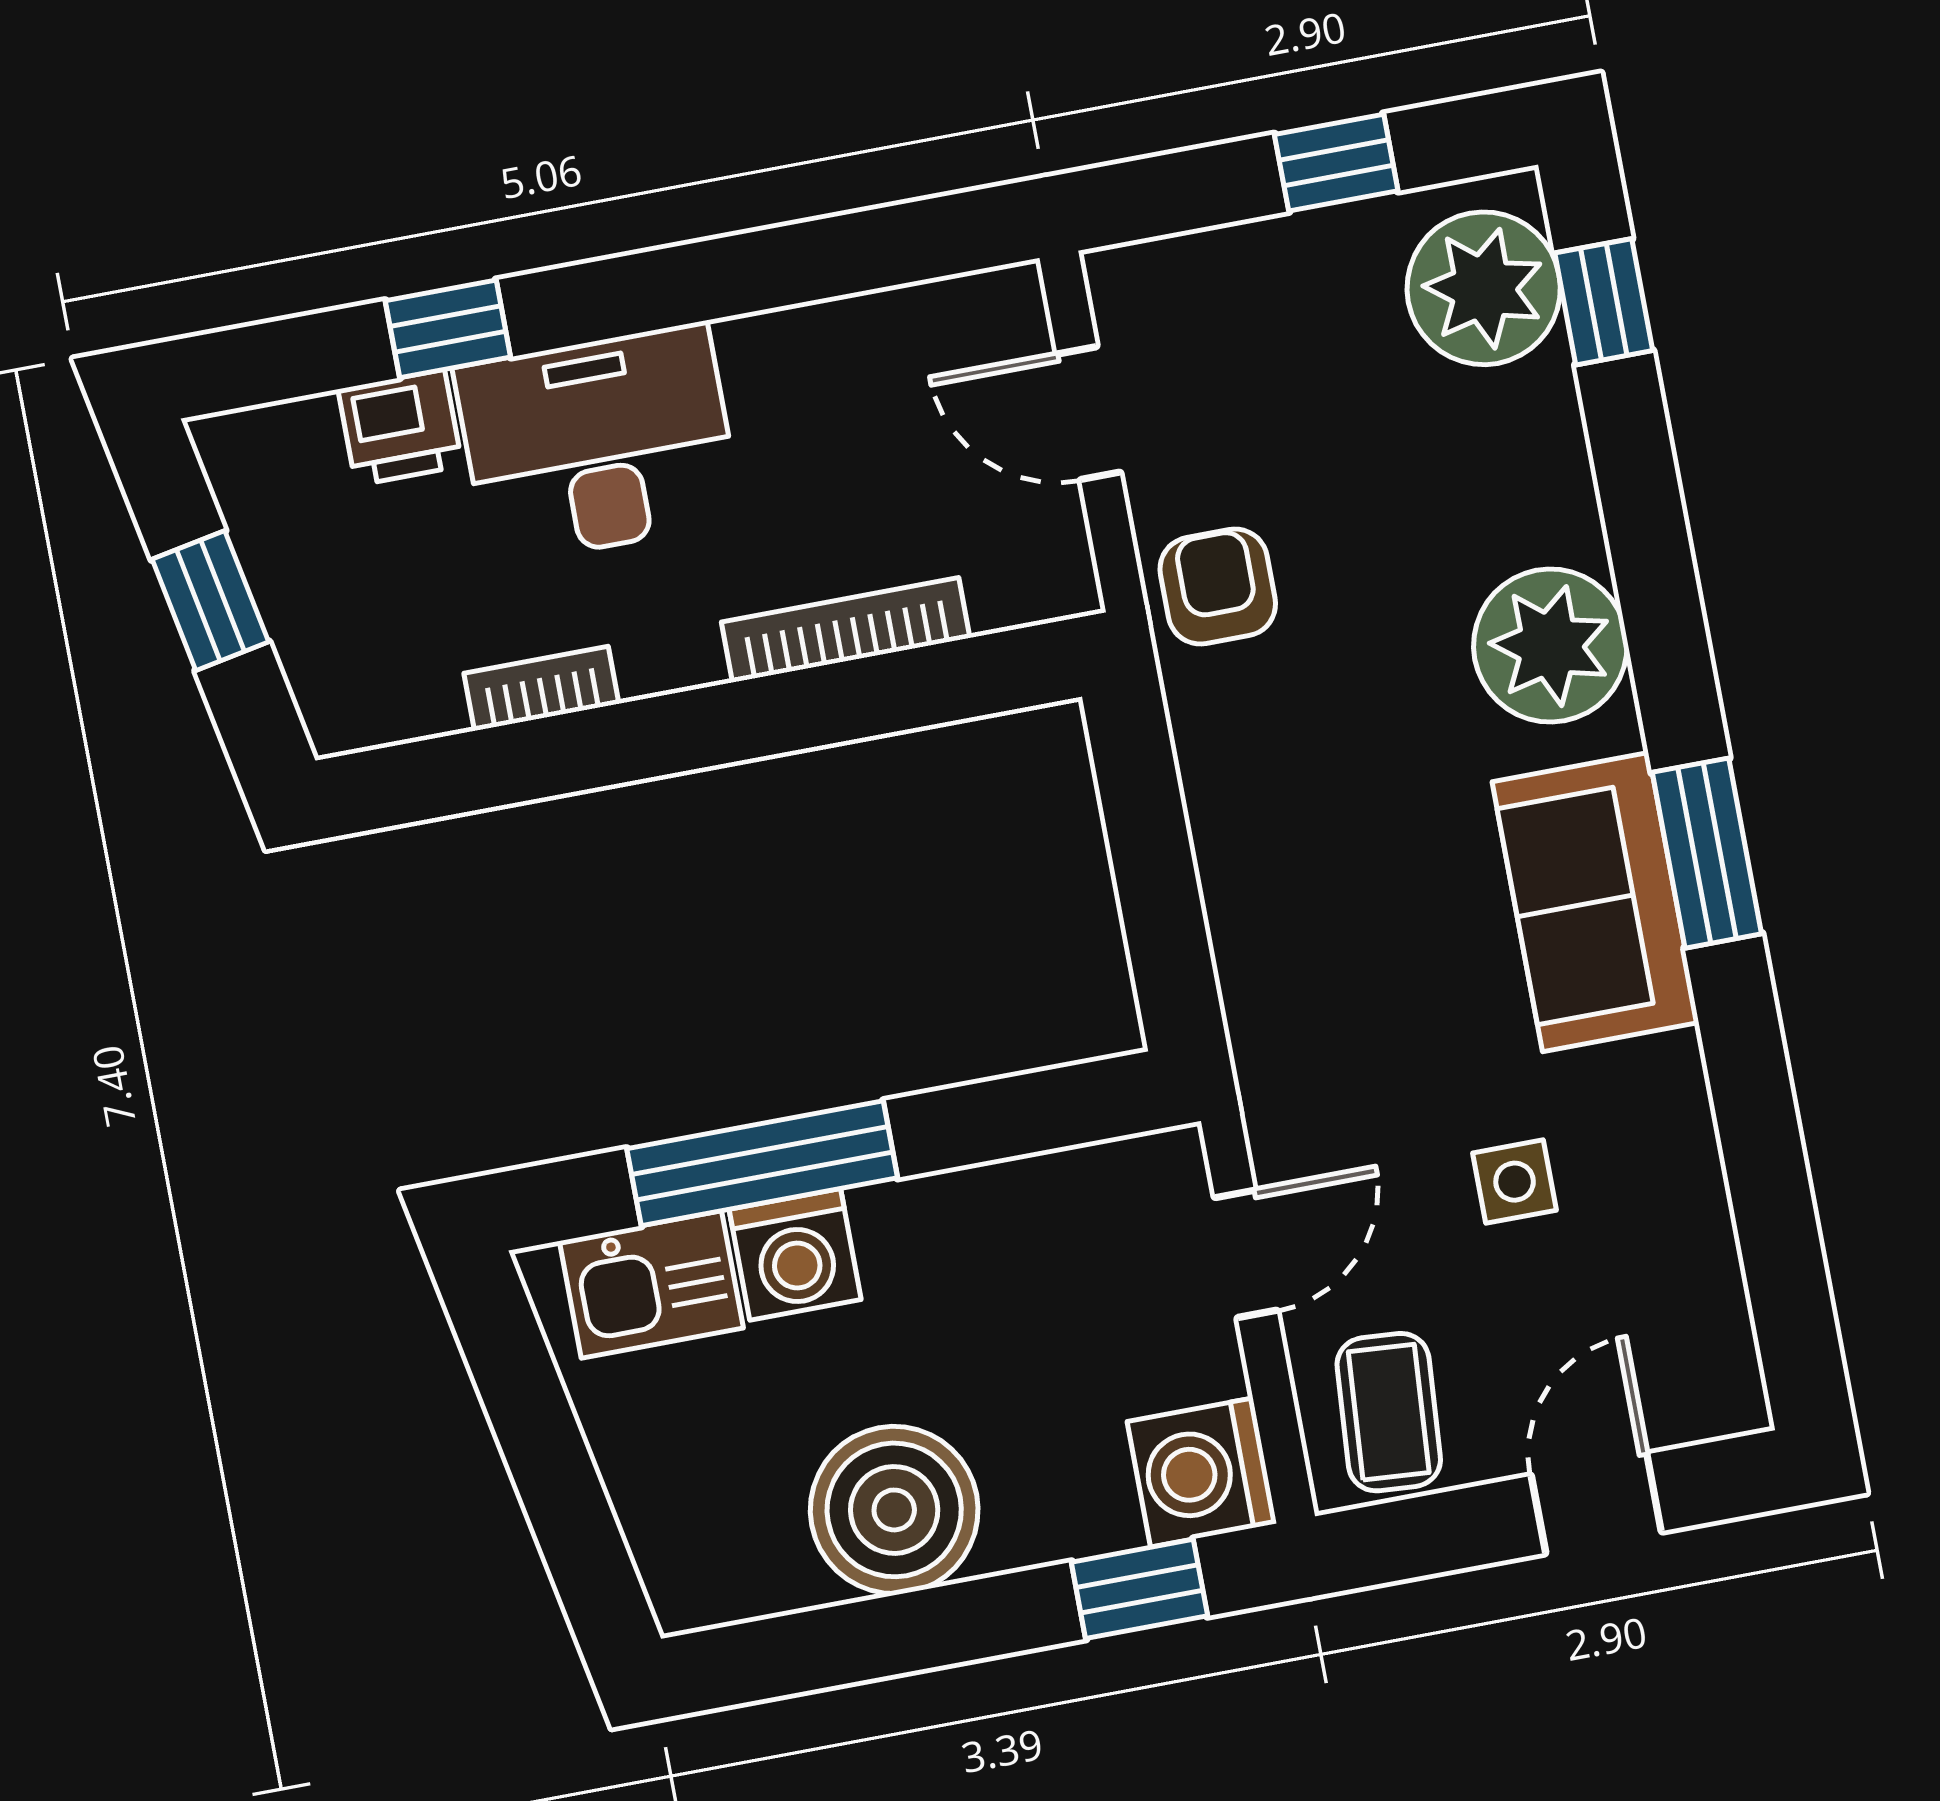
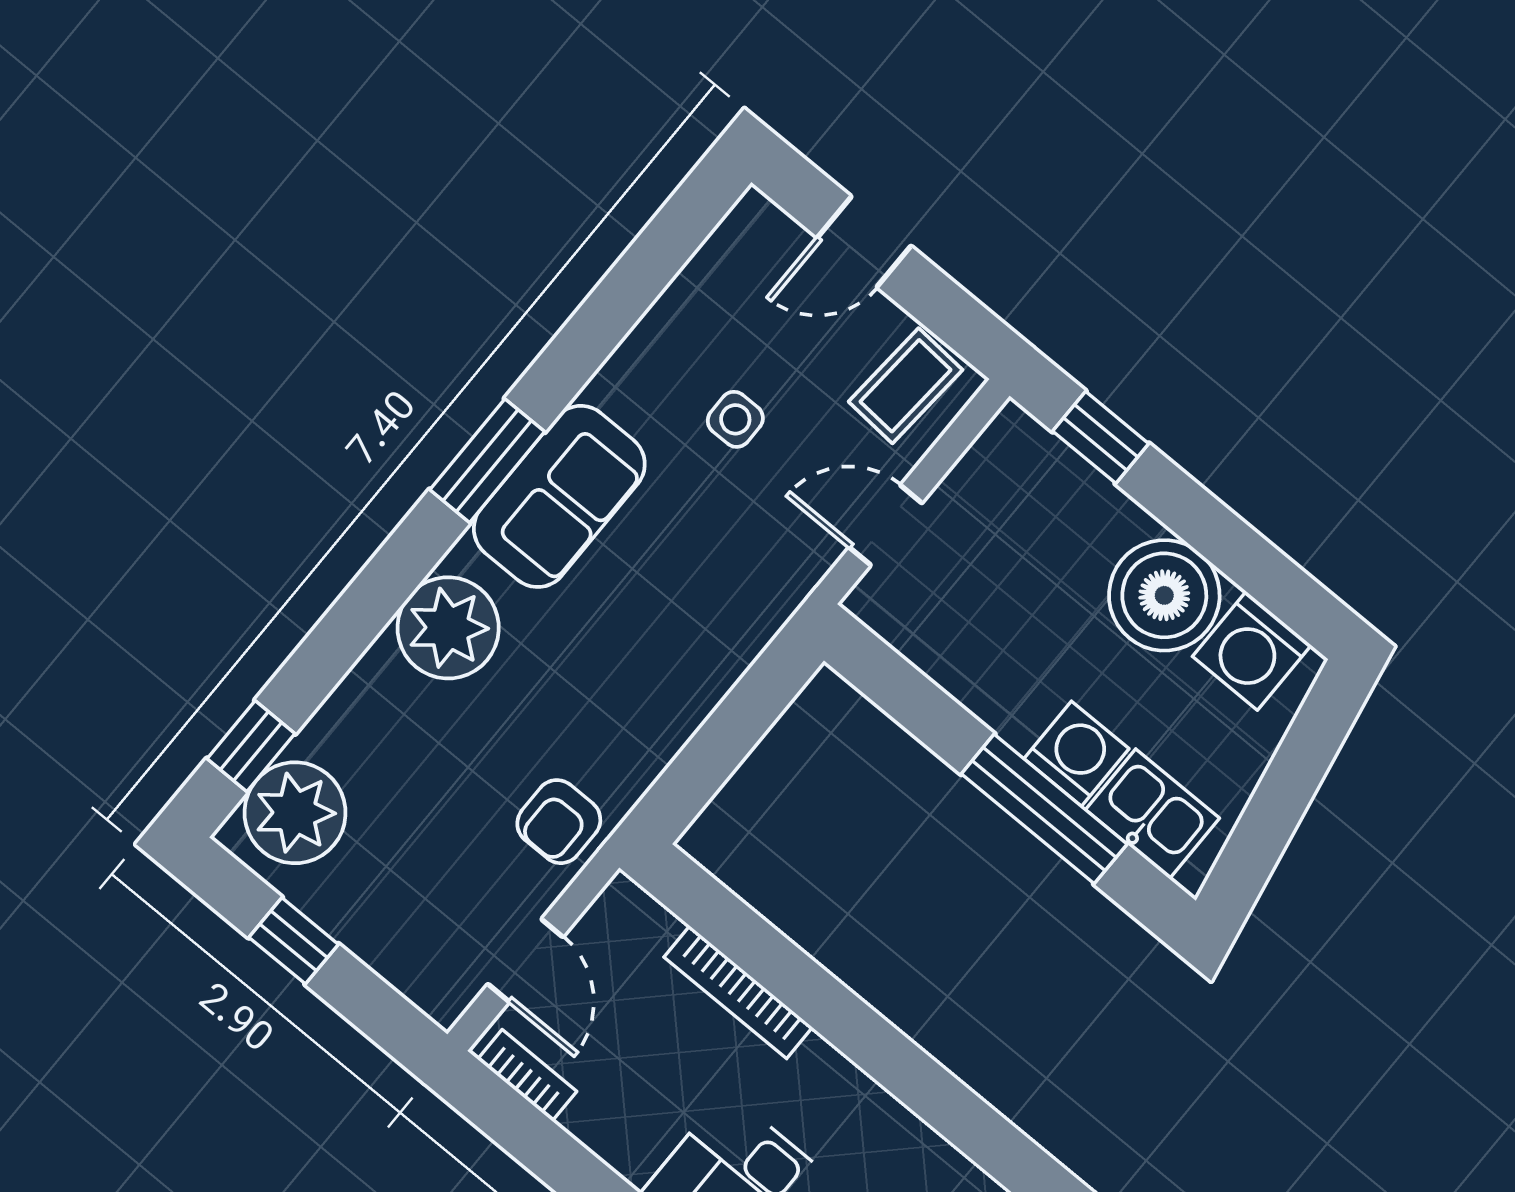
bookcase: (541, 688) -> (527, 1075), moved, turned 180
washing machine: (1202, 1472) -> (1252, 651), moved, turned 90

